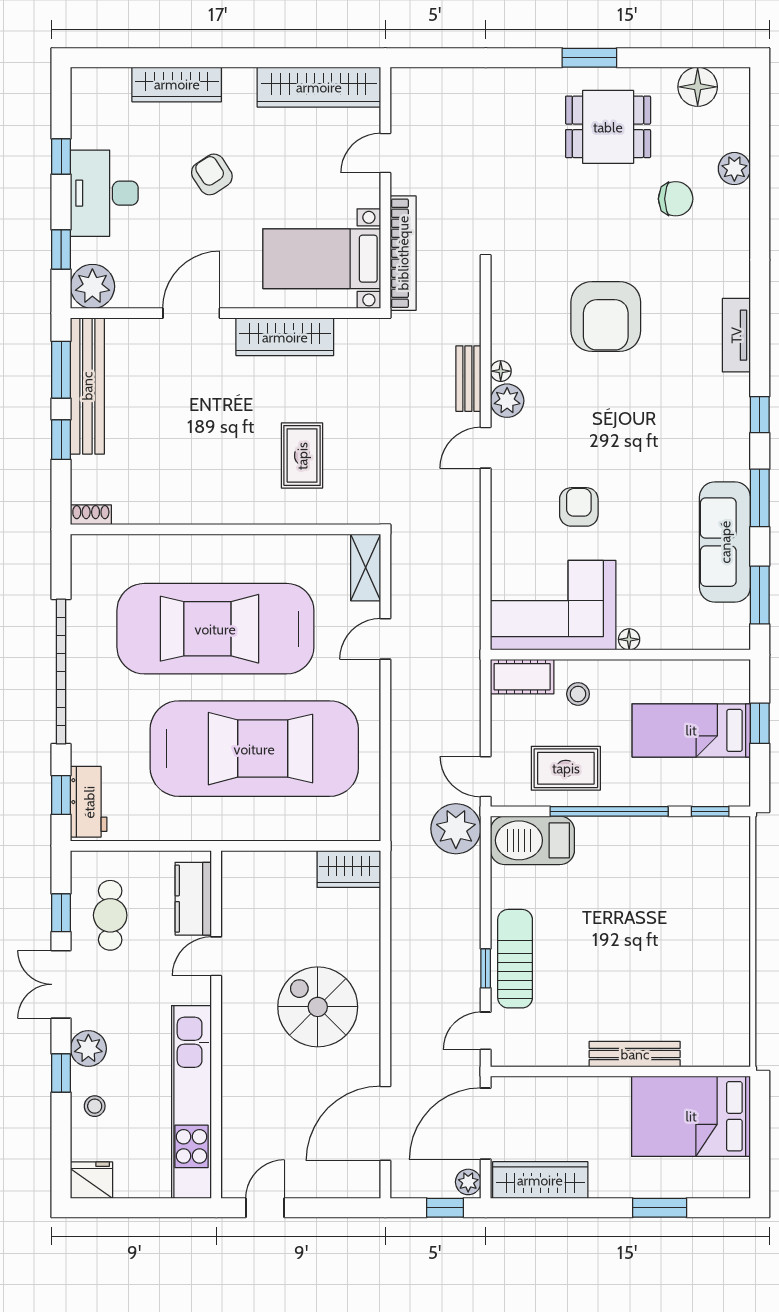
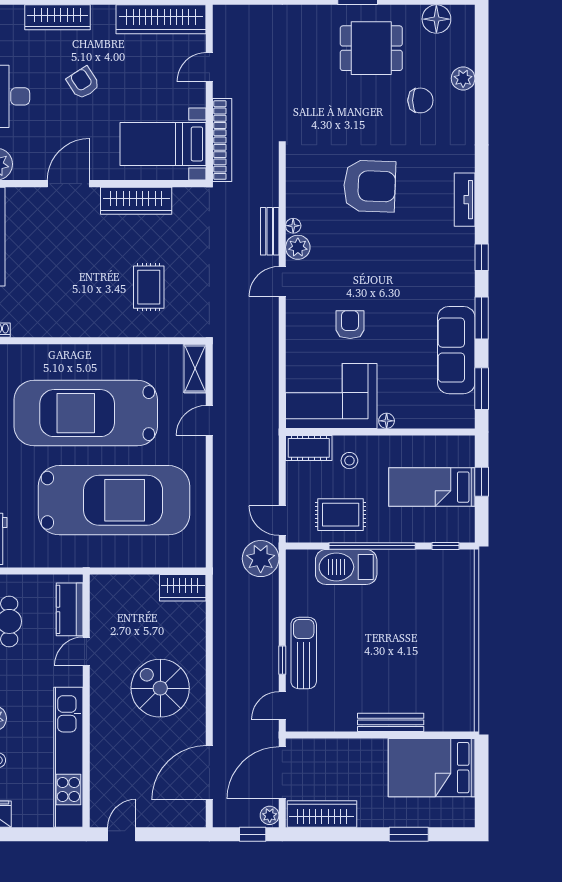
armchair: (606, 316) -> (370, 186), turned -88
barbecue: (532, 840) -> (346, 567), moved

